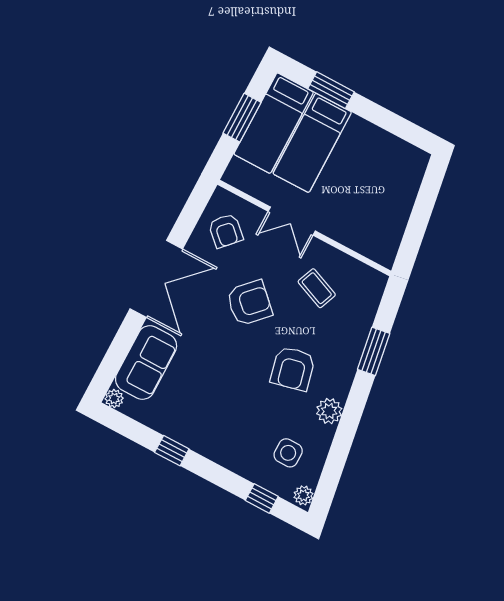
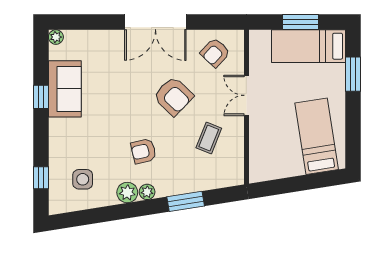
bed: (312, 143) -> (317, 136), moved, turned 81
sofa: (146, 362) -> (65, 89), moved, turned -90
armchair: (293, 368) -> (144, 151), width x0.72, depth x0.72
plant: (303, 495) -> (147, 192), moved

